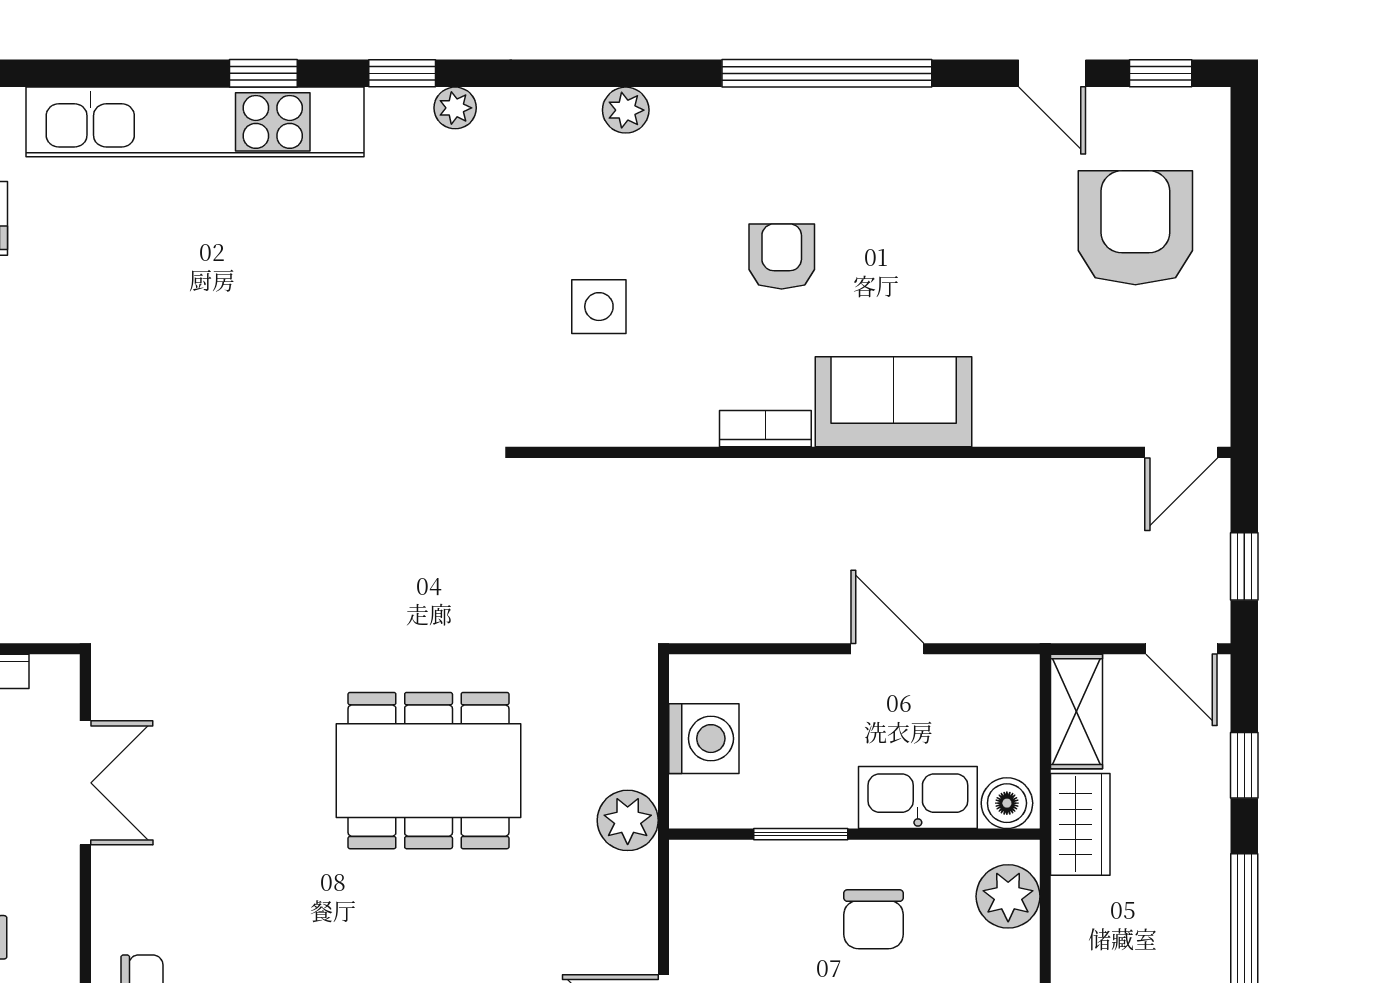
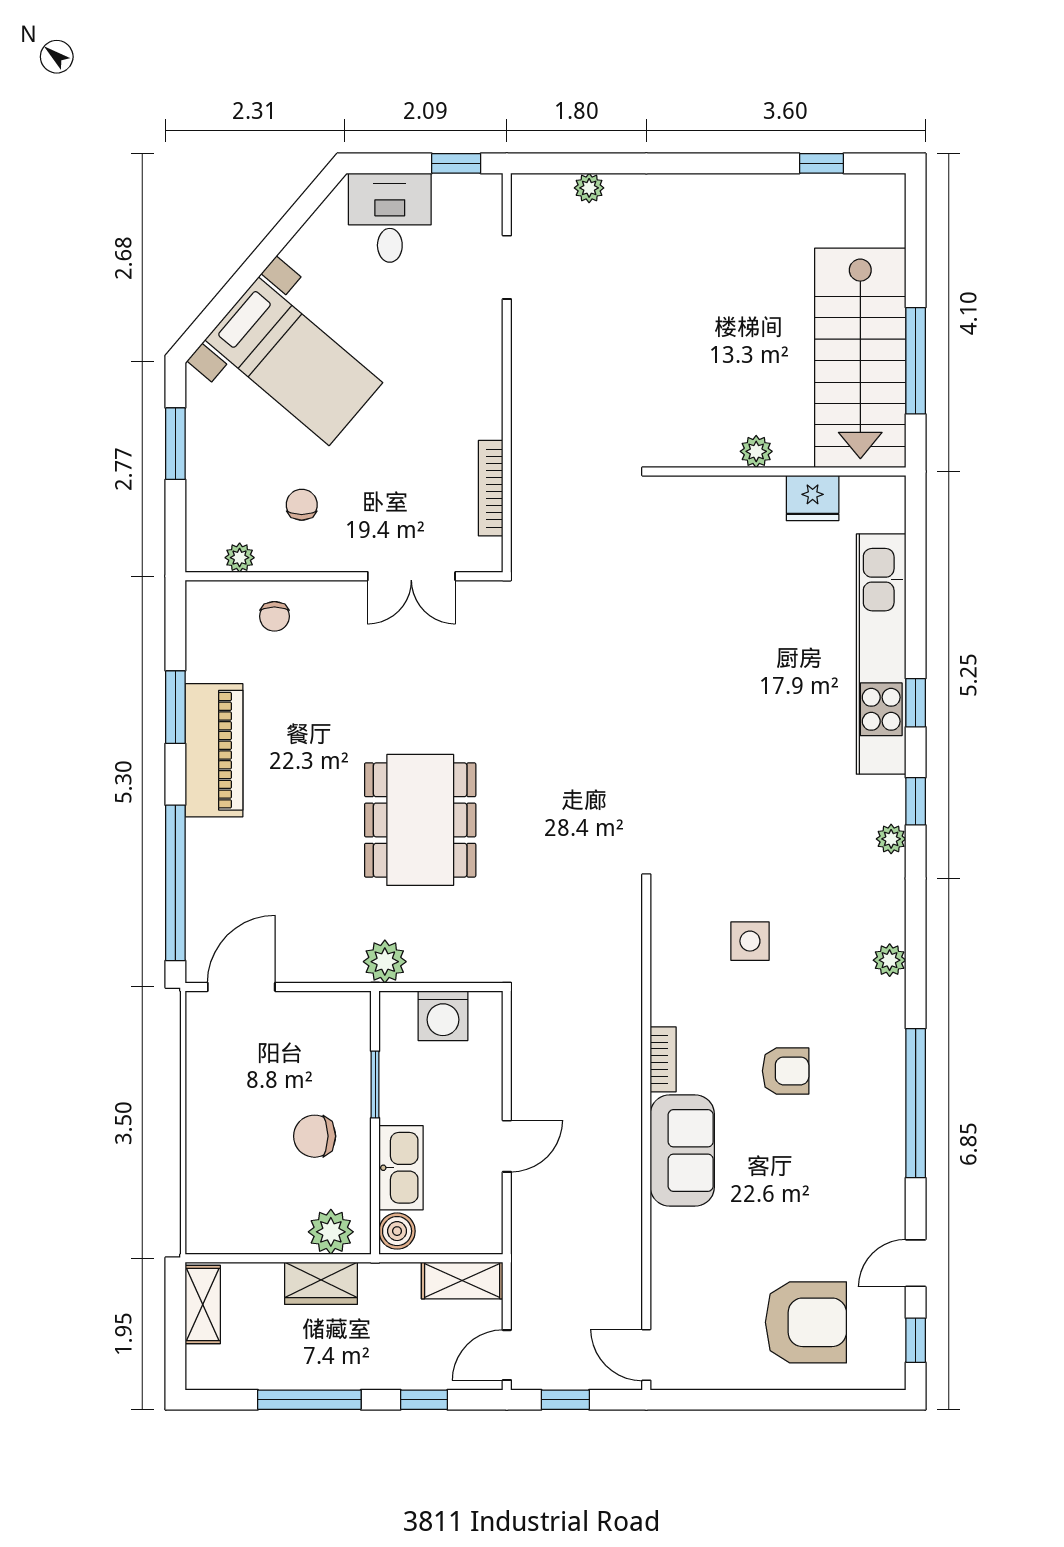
wardrobe: (1080, 824) -> (321, 1283), moved

